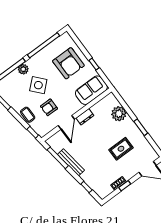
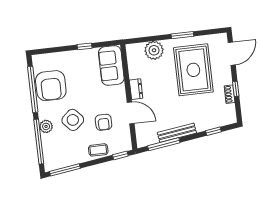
armchair: (68, 63) -> (51, 86), moved, turned 90
rug: (121, 149) -> (193, 70), width x1.86, depth x2.06

